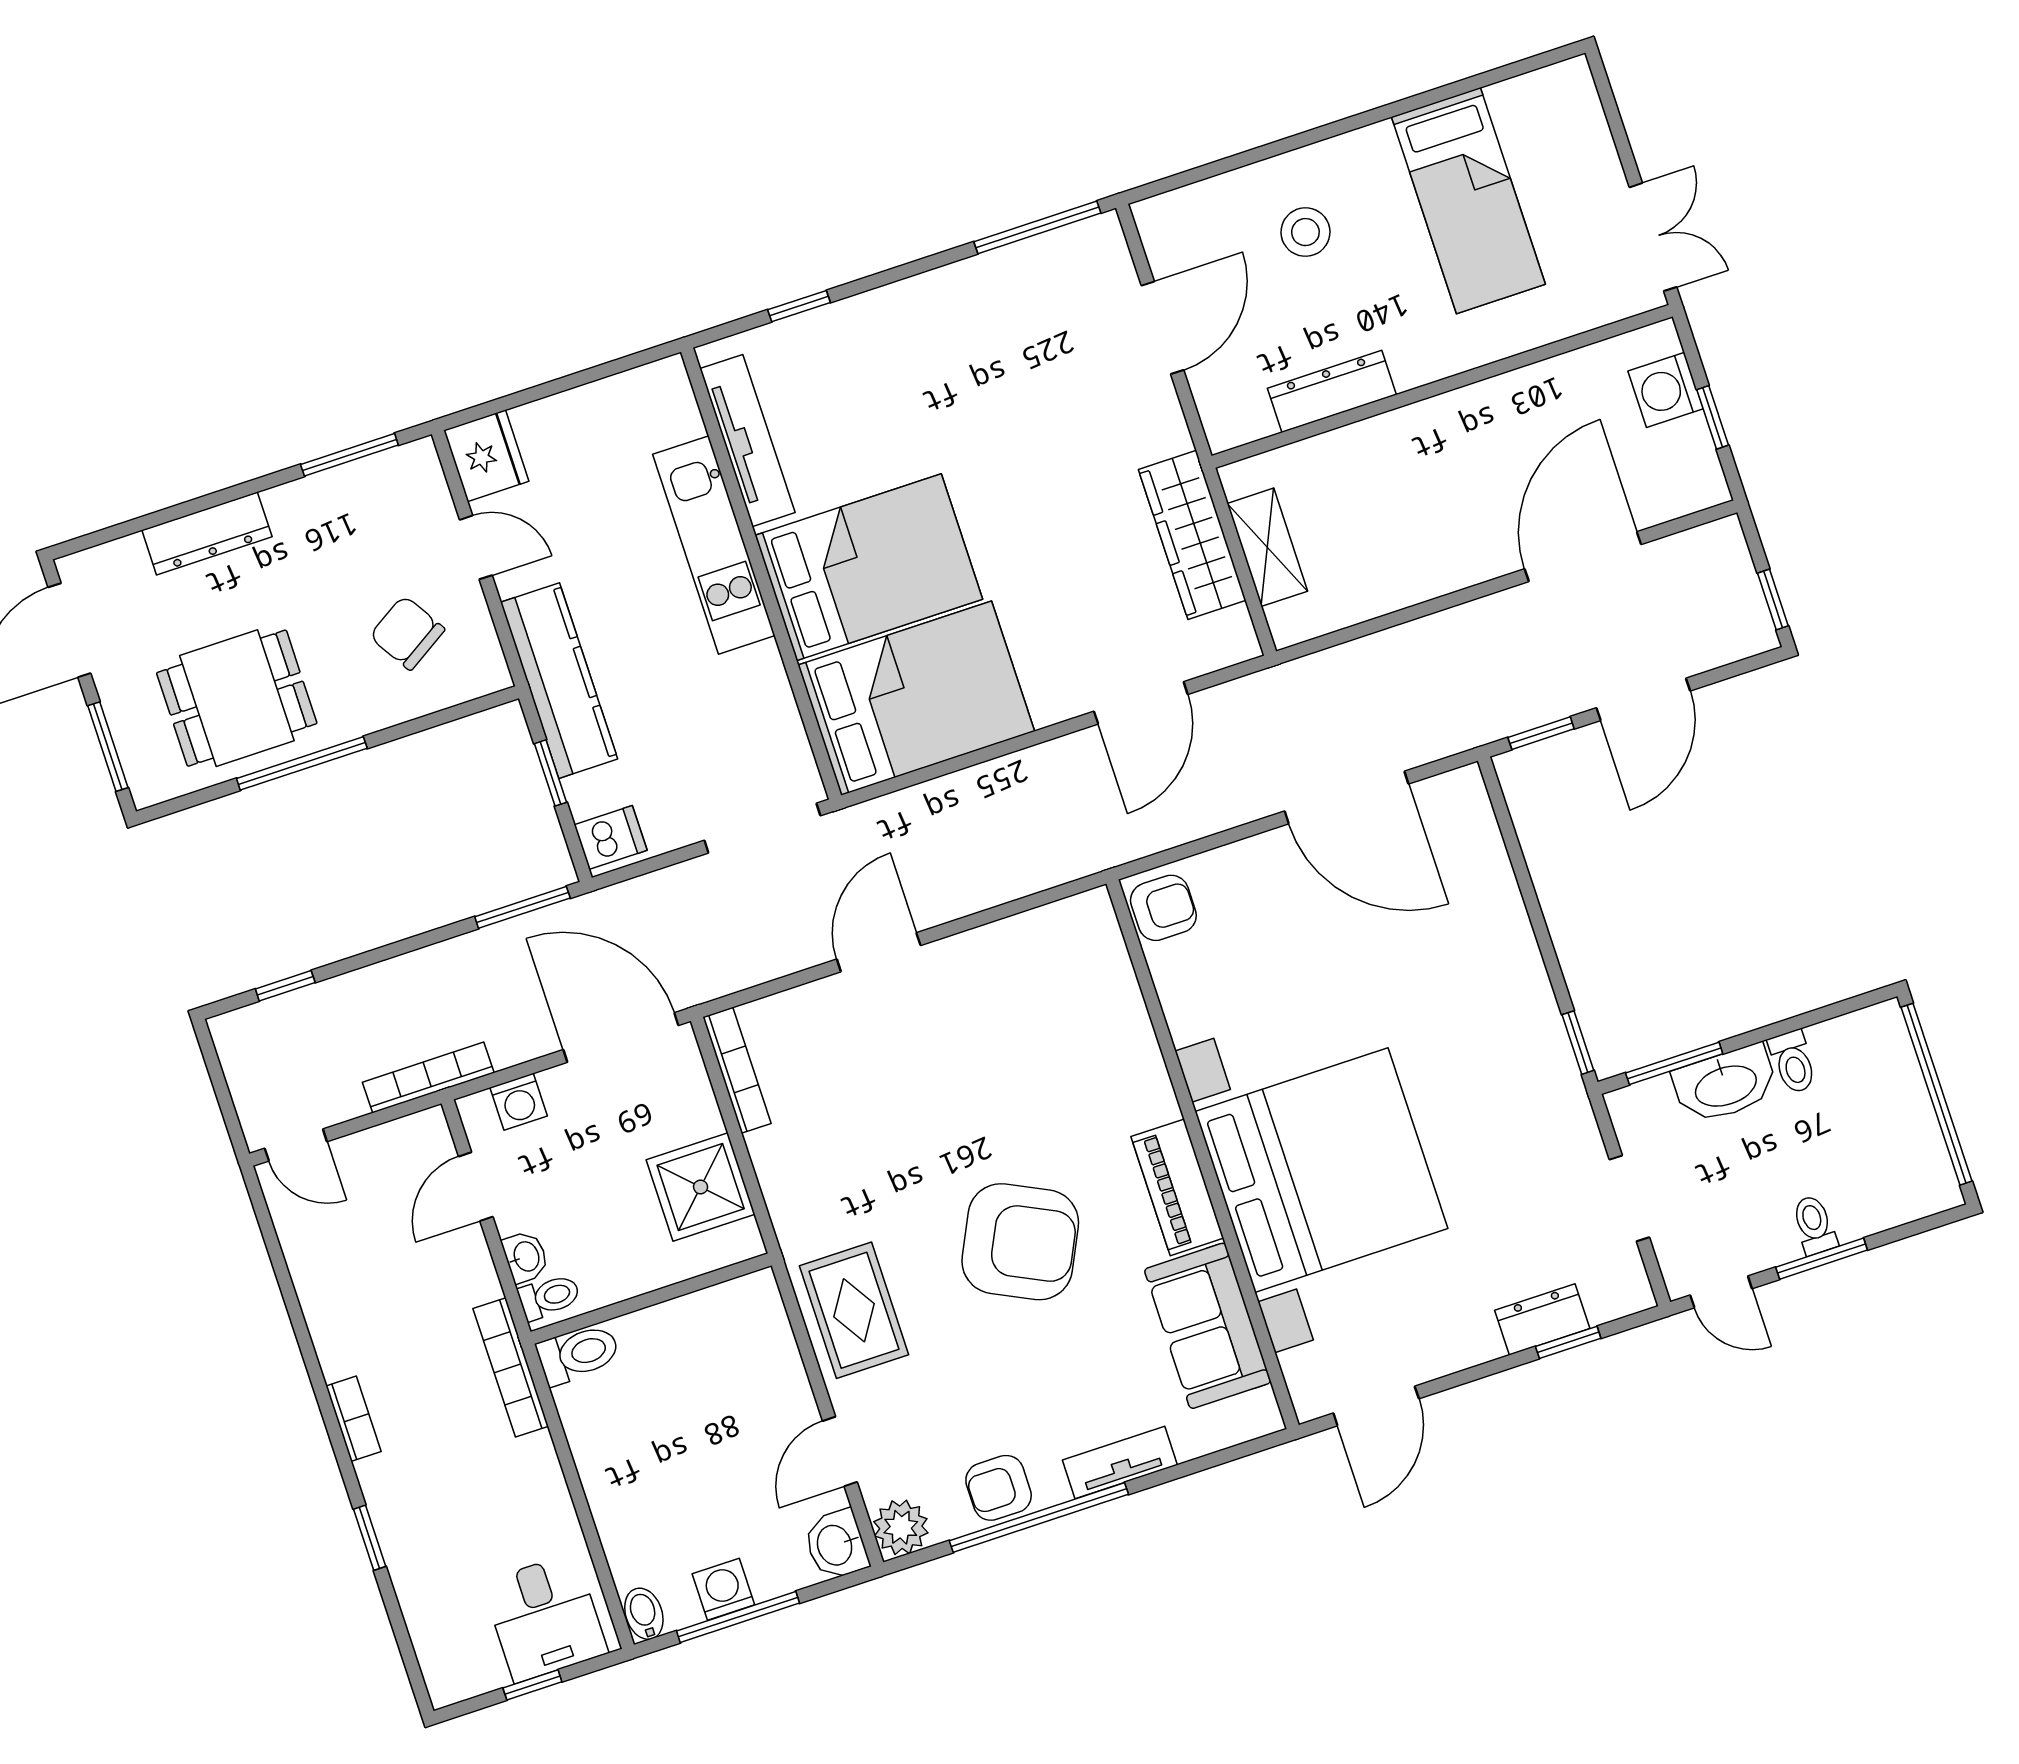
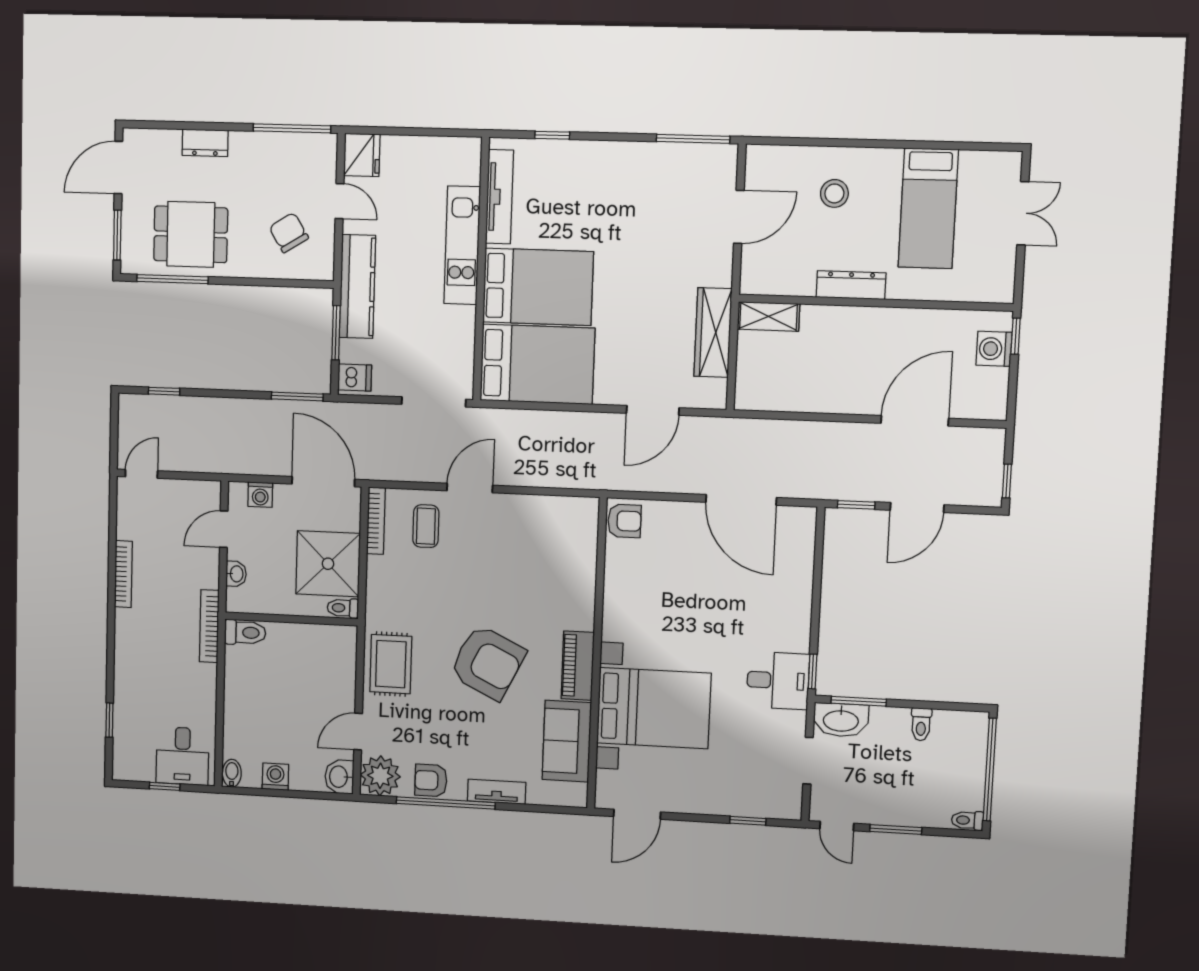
double door: (1653, 237) -> (1023, 213), moved
dresser: (1332, 391) -> (851, 285), moved
window: (1713, 417) -> (1016, 336), moved
window: (349, 455) -> (292, 128), width x1.44
dresser: (207, 533) -> (205, 143), width x0.70
shelving: (1267, 547) -> (769, 316), moved, turned 90
window: (302, 763) -> (172, 279), moved
window: (550, 773) -> (336, 333), width x1.50
coffee table: (827, 1047) -> (426, 526), added
bookcase: (428, 1077) -> (219, 465), removed
desk: (1526, 1081) -> (778, 681), added
washbasin: (1725, 1084) -> (841, 720), moved
door: (296, 1145) -> (141, 474), swing flipped
bed with nightstands: (1321, 1170) -> (654, 708), width x0.73
shower: (701, 1187) -> (328, 564), width x1.37, depth x1.37
toilet: (1814, 1225) -> (967, 820), moved, turned -90
toilet: (549, 1297) -> (343, 608), moved, turned 180
dresser: (1542, 1319) -> (739, 804), removed
bookcase: (353, 1419) -> (123, 574), moved, width x1.56
plant: (901, 1527) -> (380, 776), width x1.36, depth x1.36
window: (370, 1538) -> (109, 720), moved
window: (738, 1617) -> (278, 793), removed

